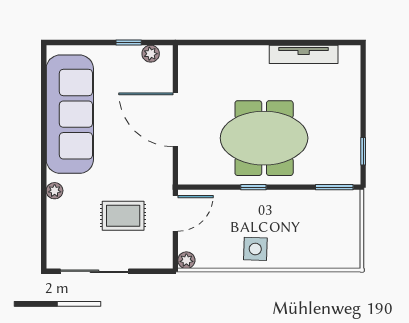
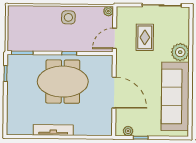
tv unit: (304, 54) -> (53, 130), moved
plant: (55, 191) -> (180, 52), width x1.87, depth x1.87
rug: (123, 216) -> (145, 37), turned 90

